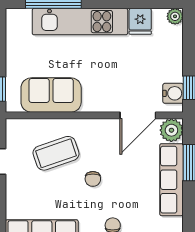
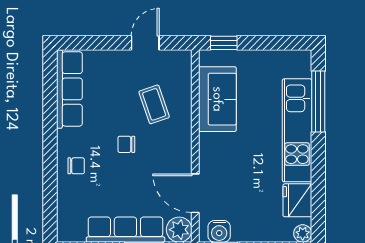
fridge: (140, 21) -> (297, 200), width x1.38
coffee table: (56, 153) -> (154, 104), width x0.73, depth x0.77

